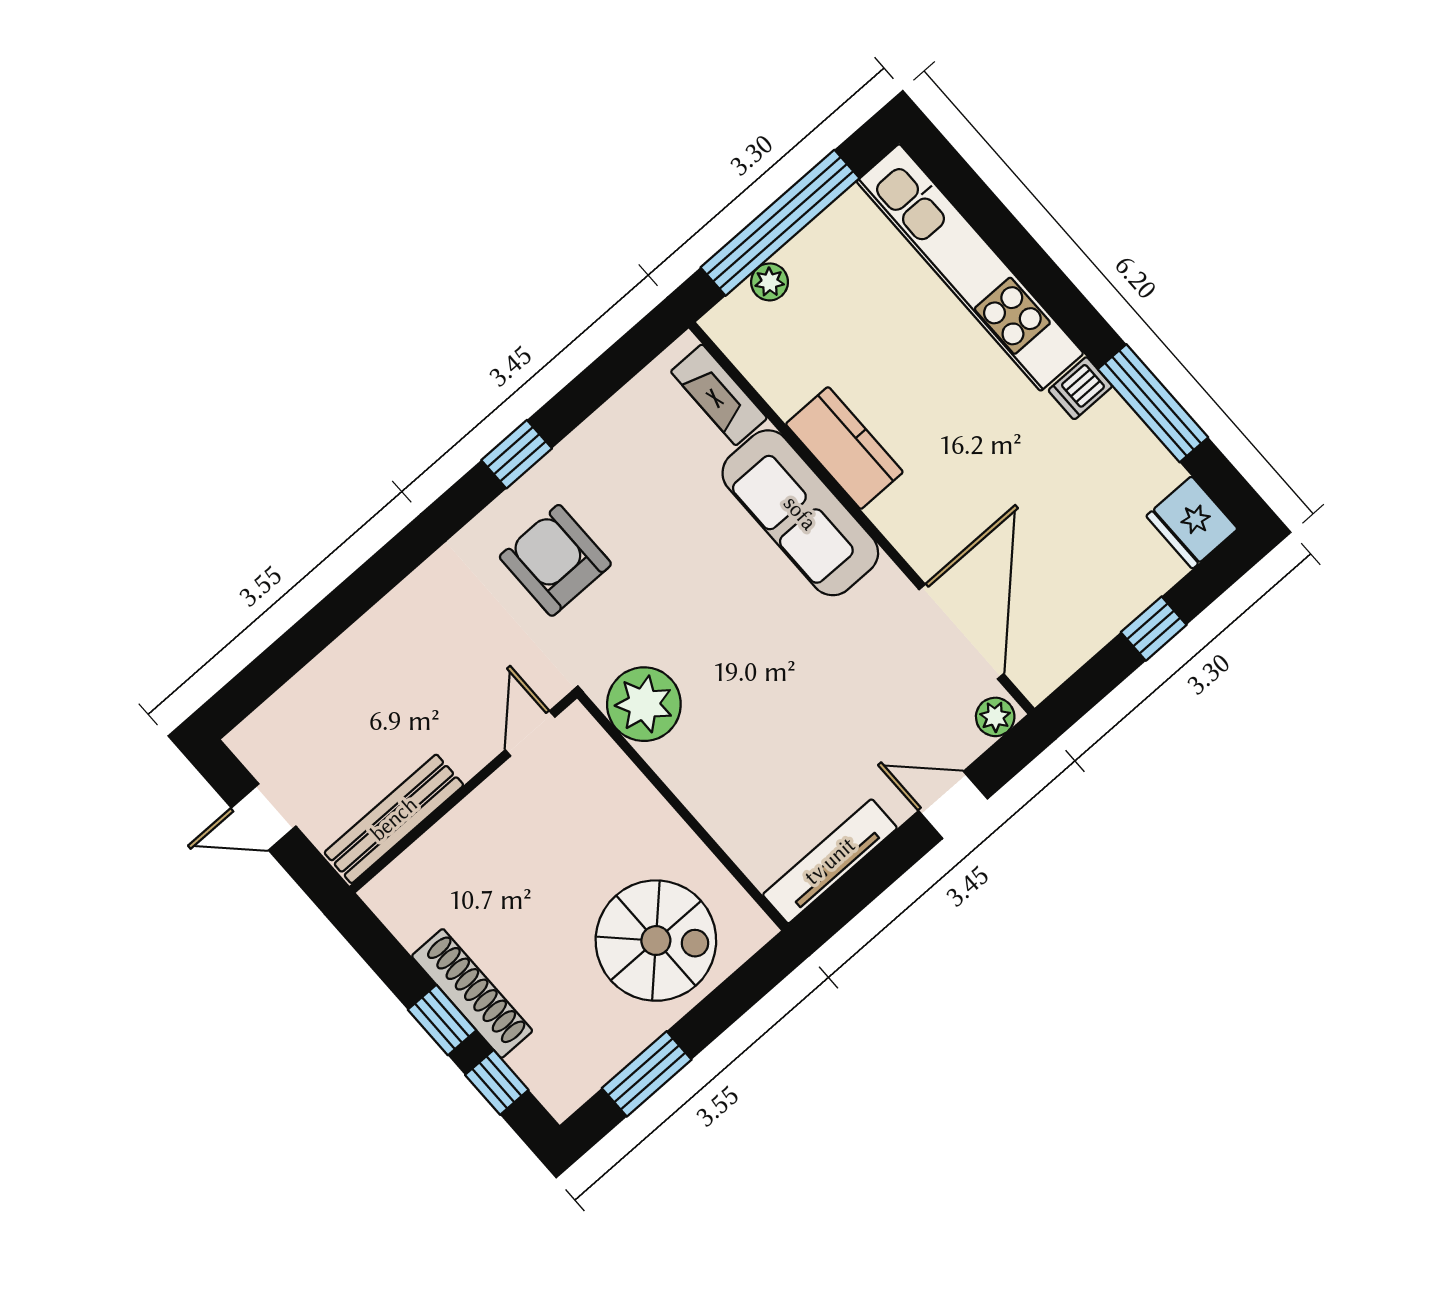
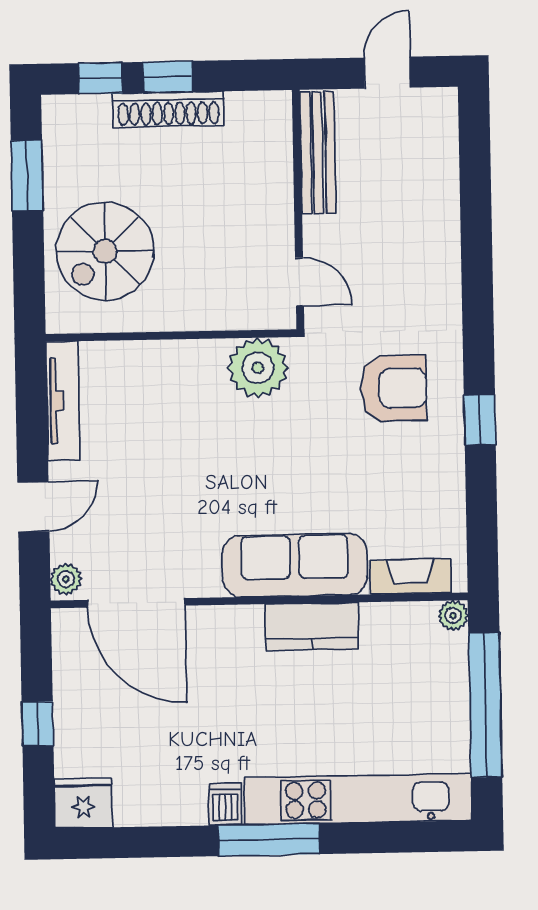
plant: (770, 282) -> (453, 616), moved
window: (1153, 403) -> (269, 840), moved

